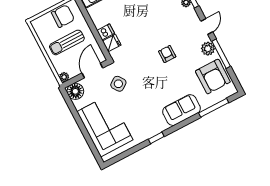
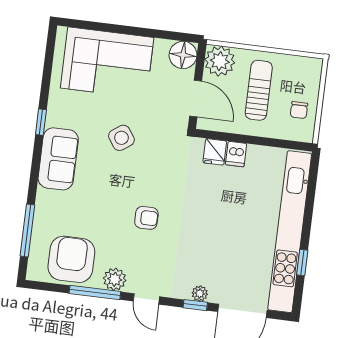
chair: (63, 16) -> (299, 110), width x0.54, depth x0.54
plant: (64, 77) -> (220, 61), width x1.88, depth x1.88
armchair: (213, 77) -> (71, 259), turned 90
side table: (118, 84) -> (121, 138), moved
sofa: (182, 110) -> (58, 159), moved

